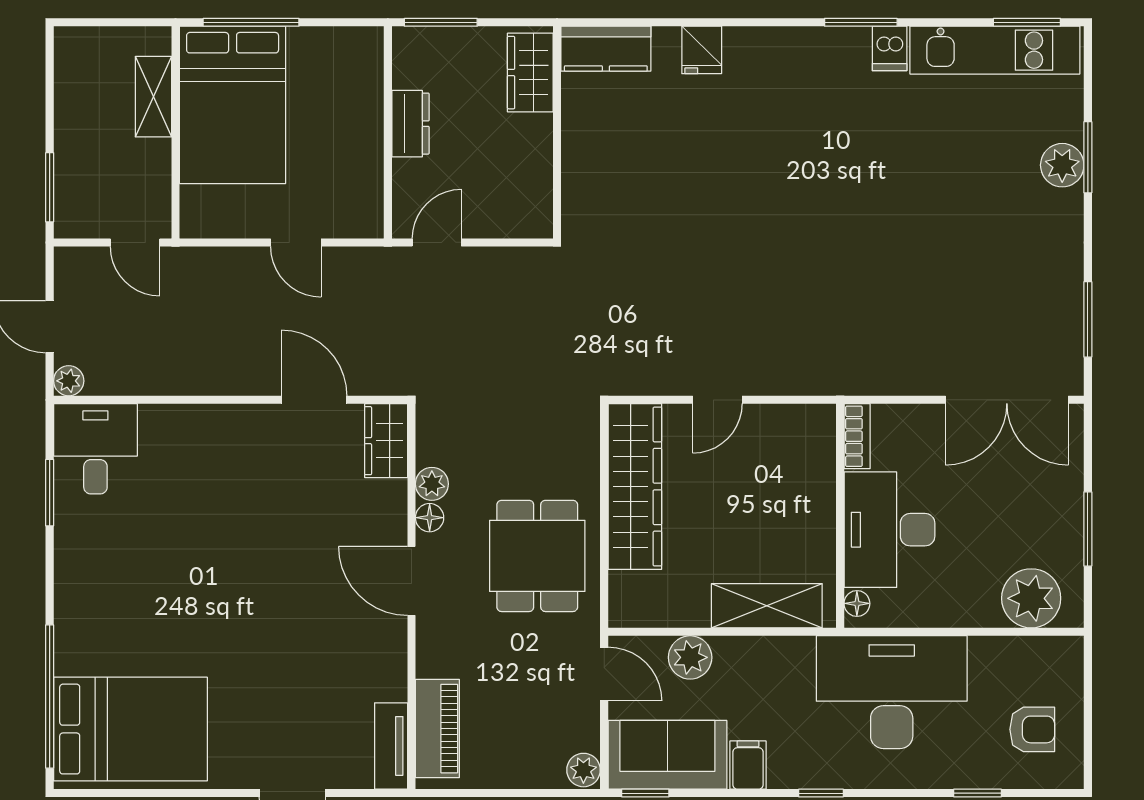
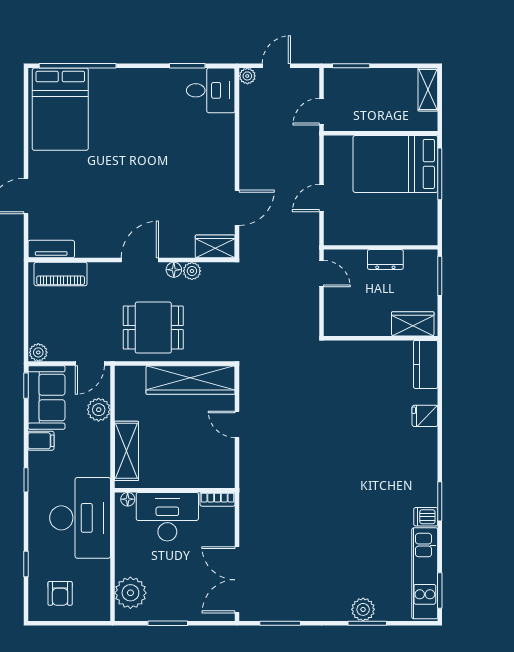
shelving: (153, 97) -> (428, 89), moved, turned 90

